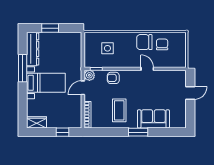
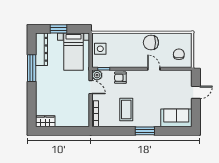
chair: (162, 44) -> (179, 54), moved
side table: (107, 48) -> (100, 49), moved
bed with nightstands: (46, 83) -> (74, 52), moved, turned 90
door: (83, 88) -> (91, 87), swing flipped
sofa: (153, 119) -> (176, 118), moved
window: (63, 132) -> (71, 131), removed

